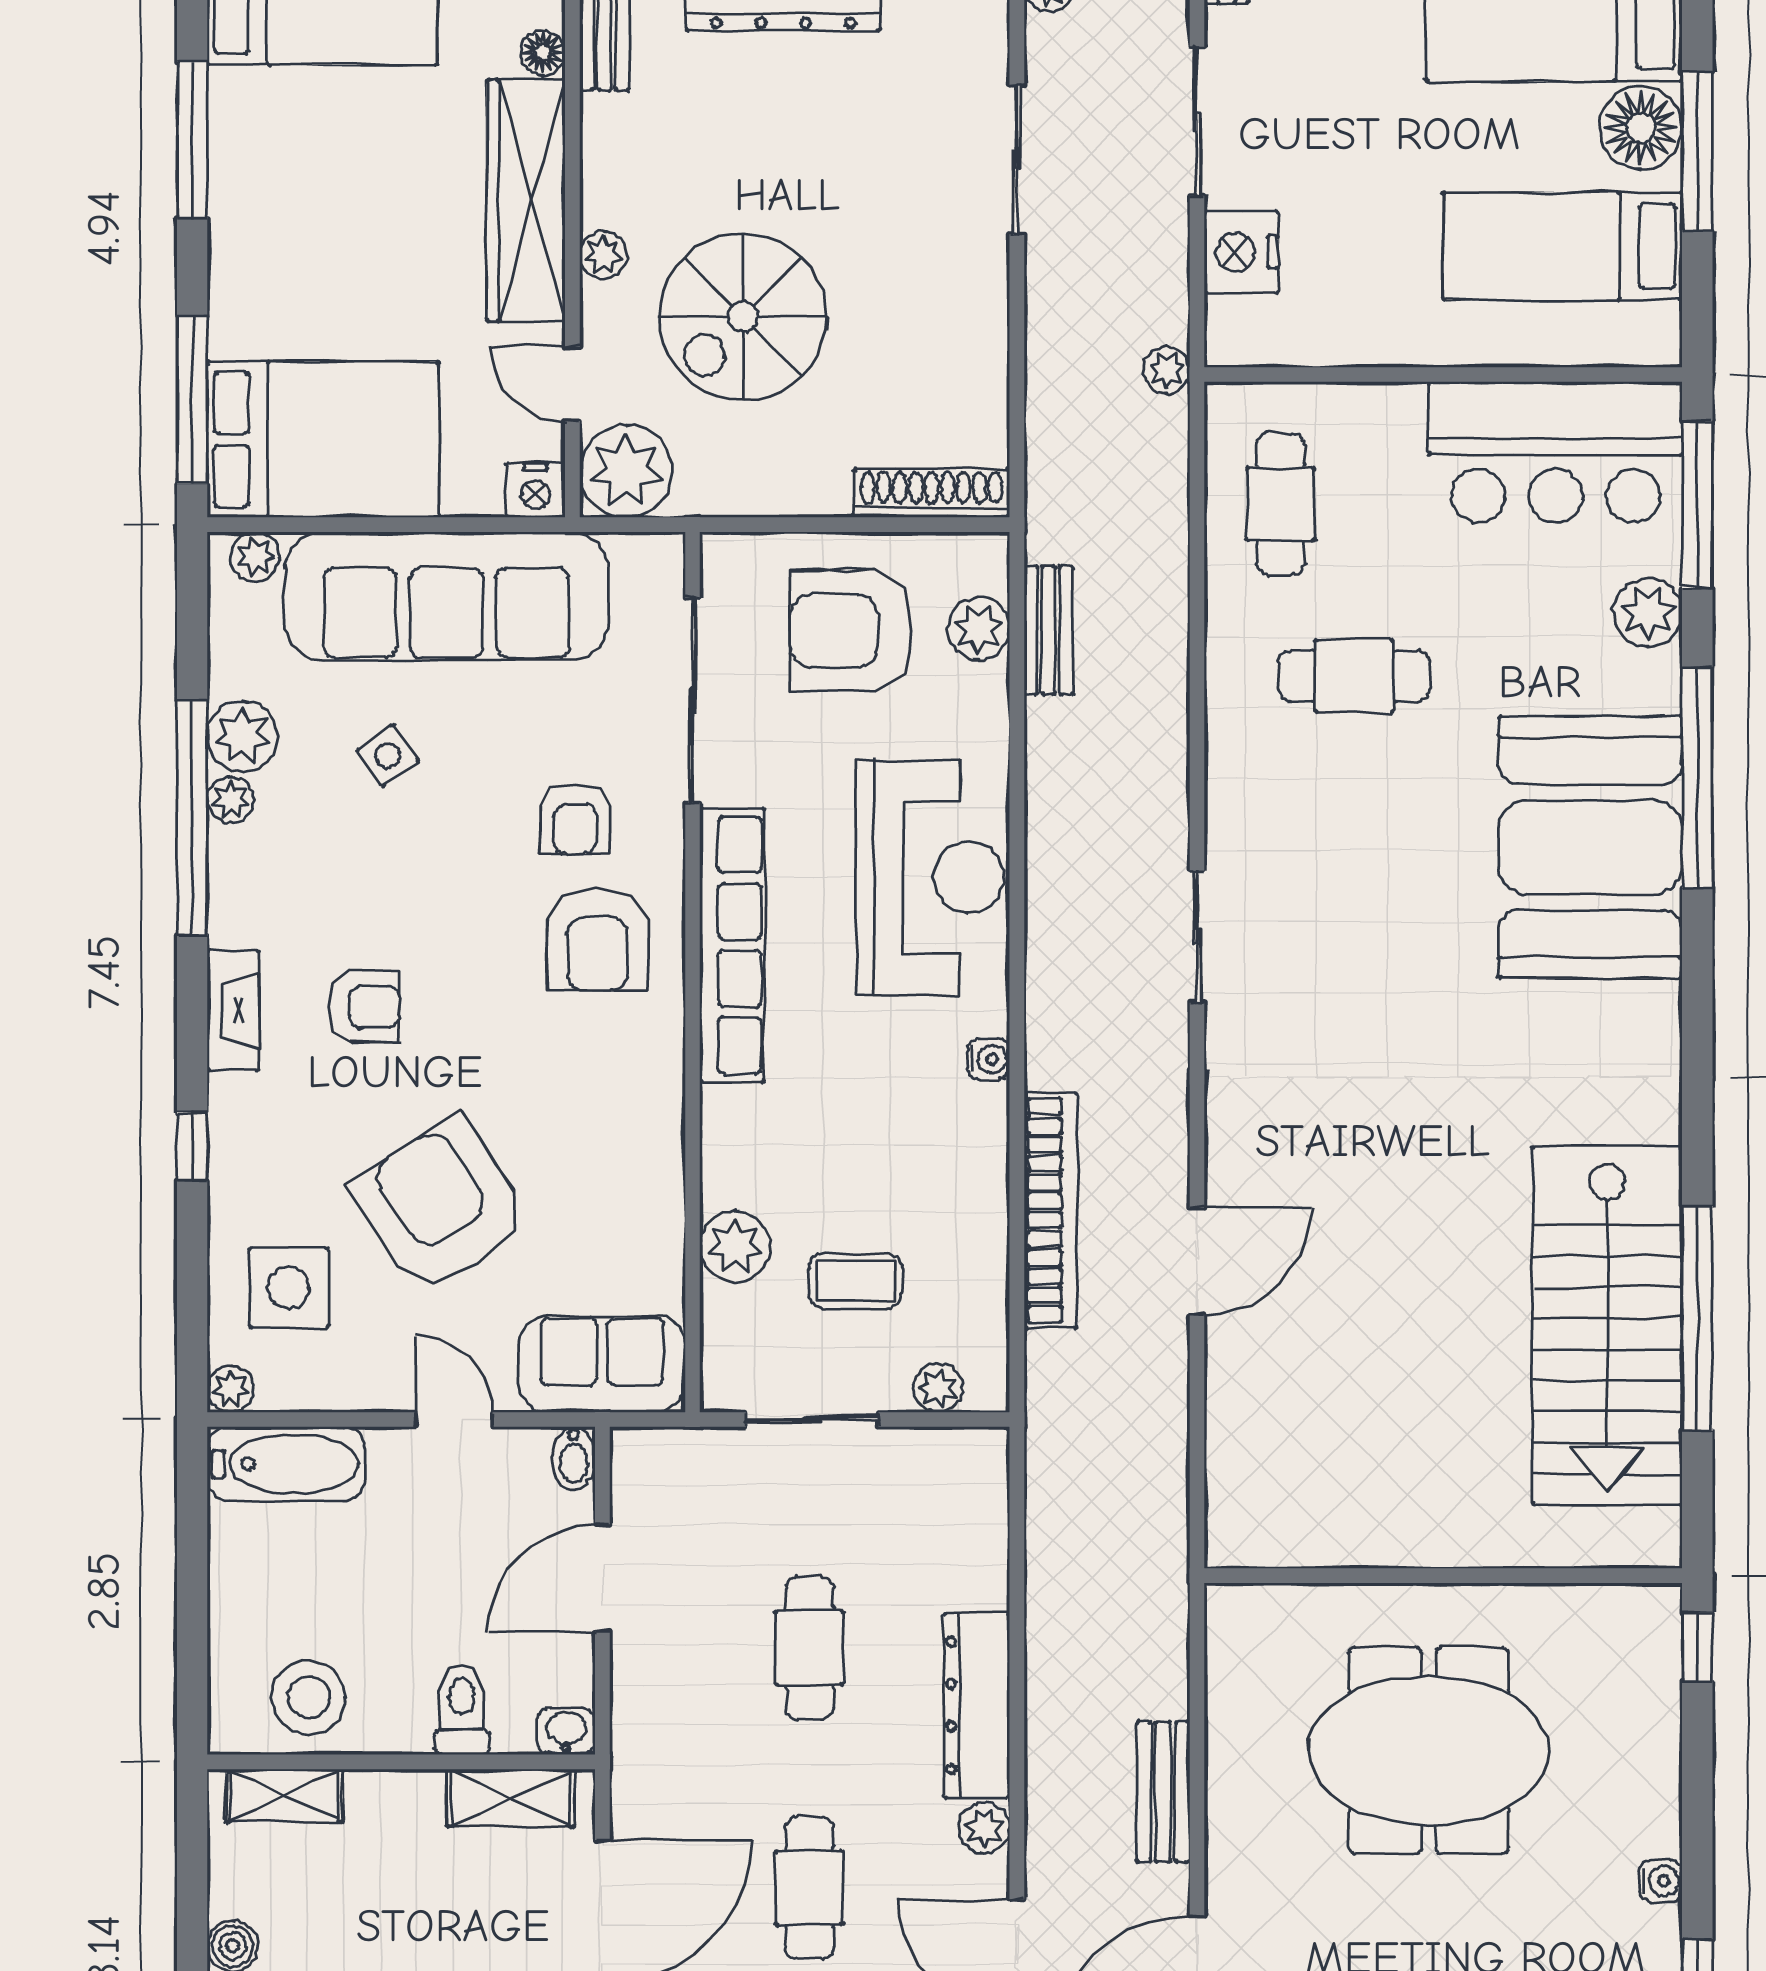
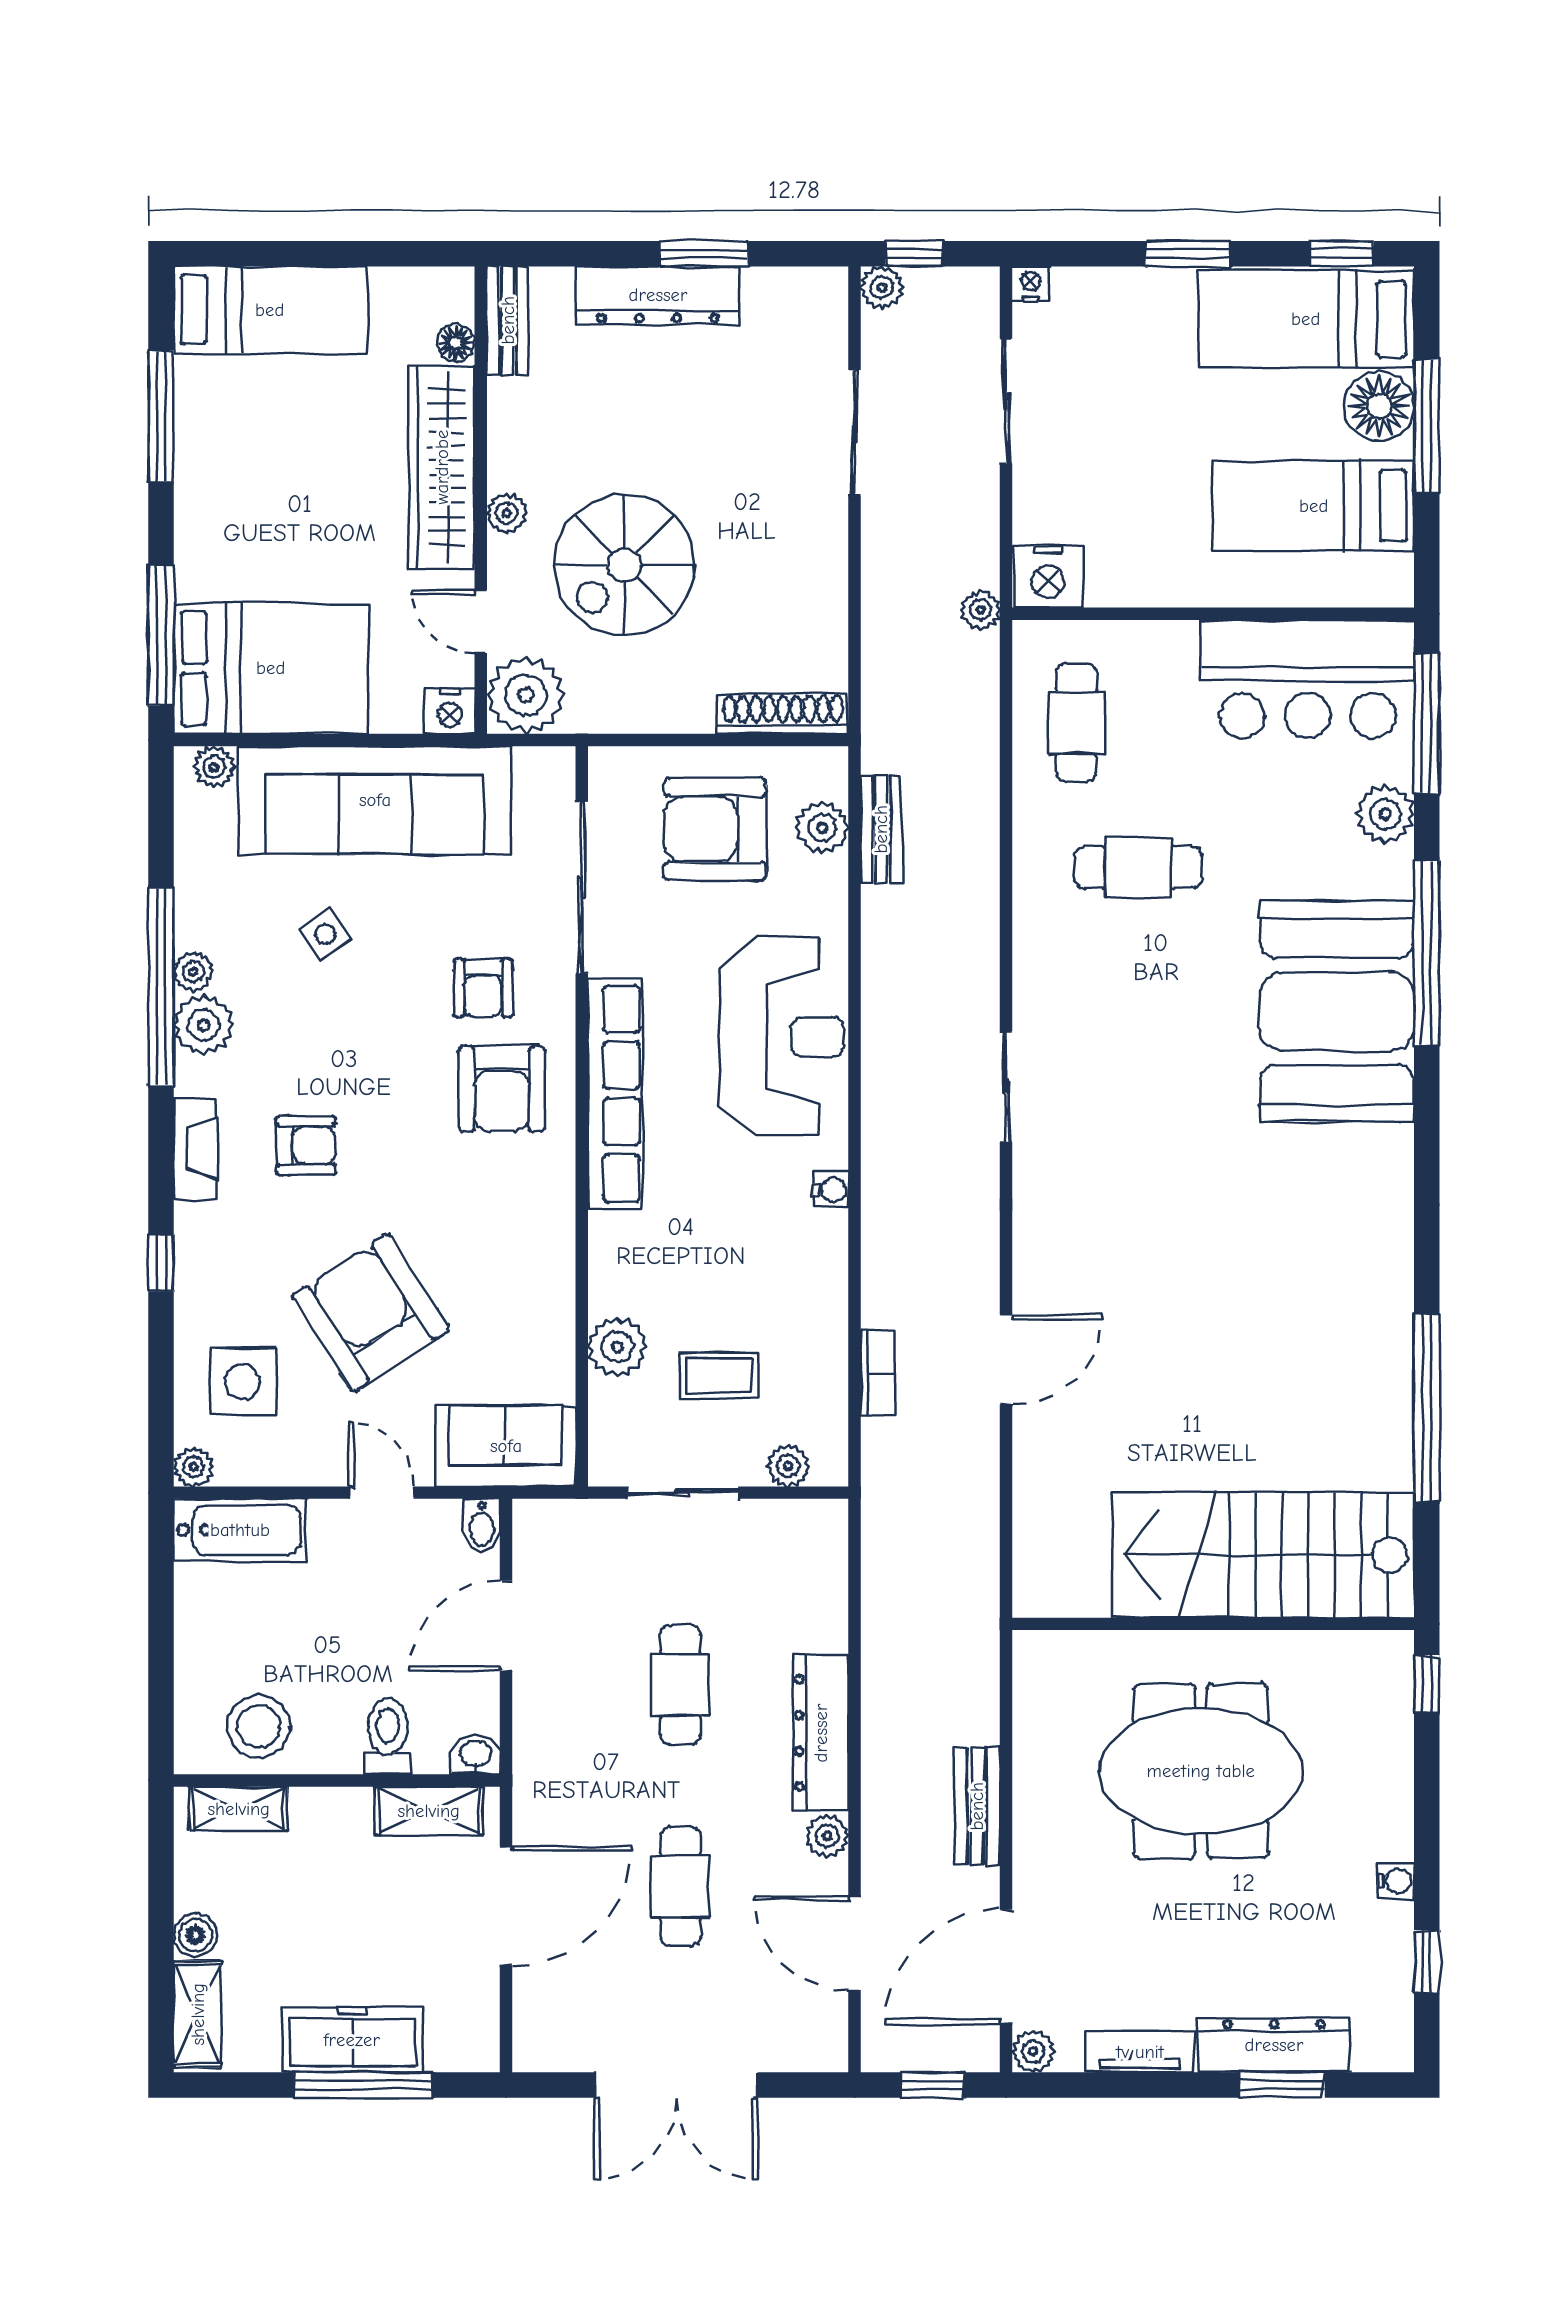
nightstand: (1241, 252) -> (1048, 577), moved, turned -90
plant: (243, 736) -> (203, 1025), moved
bookcase: (1051, 1211) -> (878, 1373), width x0.43, depth x0.76
stairs: (1607, 1326) -> (1263, 1555), moved, turned 90

